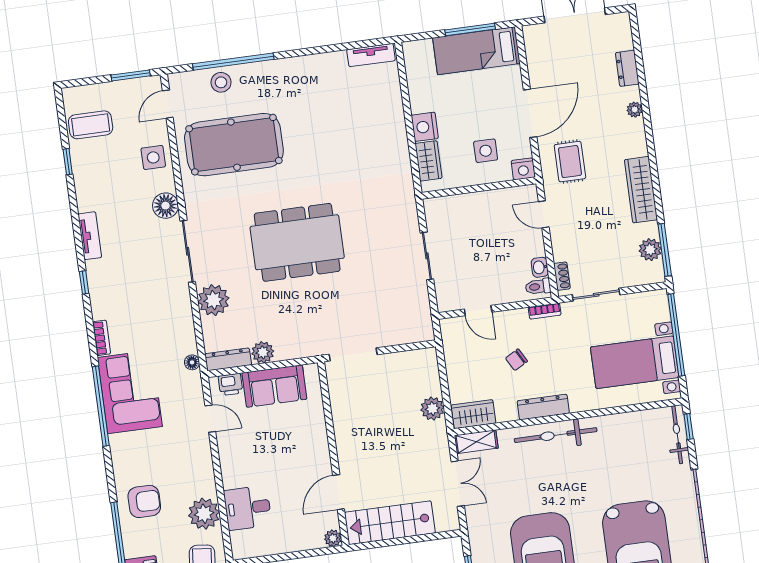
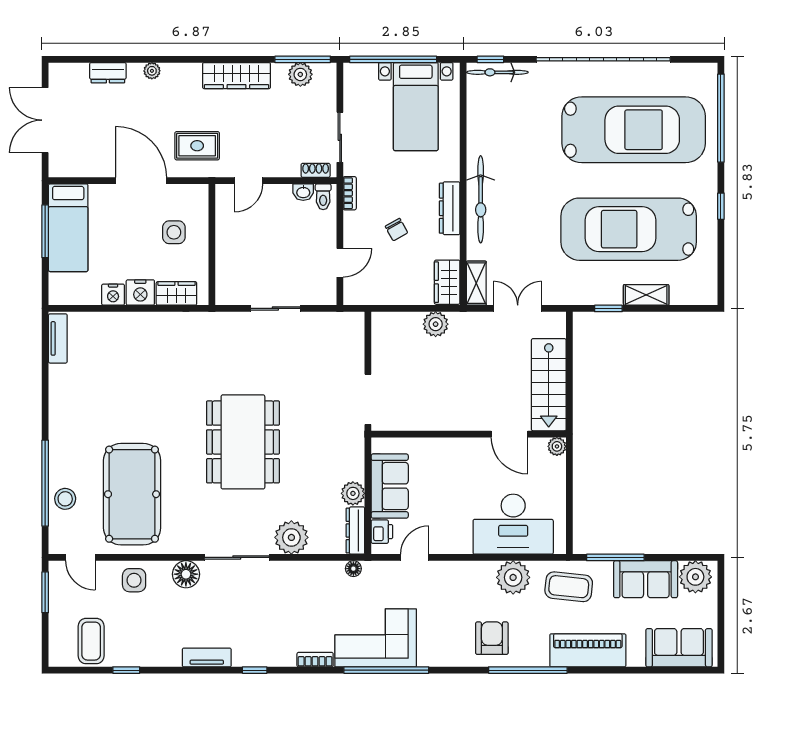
nightstand: (523, 169) -> (113, 295), moved, turned 90
desk: (248, 508) -> (513, 524), width x1.87, depth x1.30

